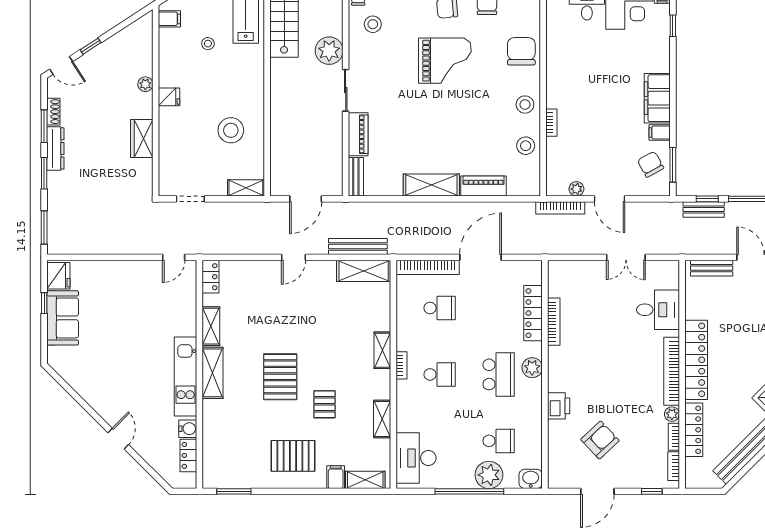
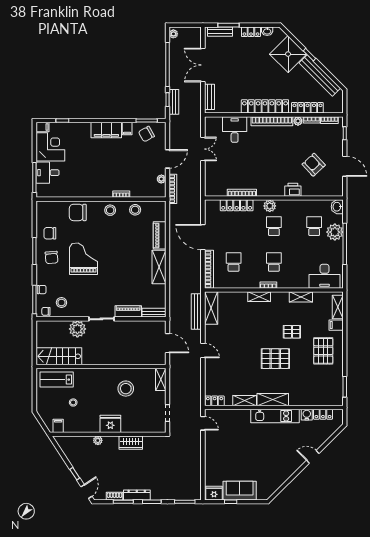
fridge: (169, 97) -> (110, 424), width x1.88, depth x1.34
school desk: (499, 374) -> (274, 226), width x0.54

